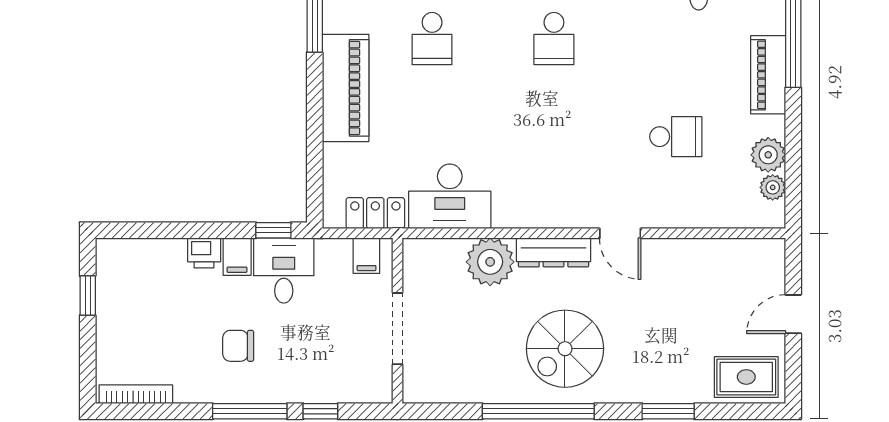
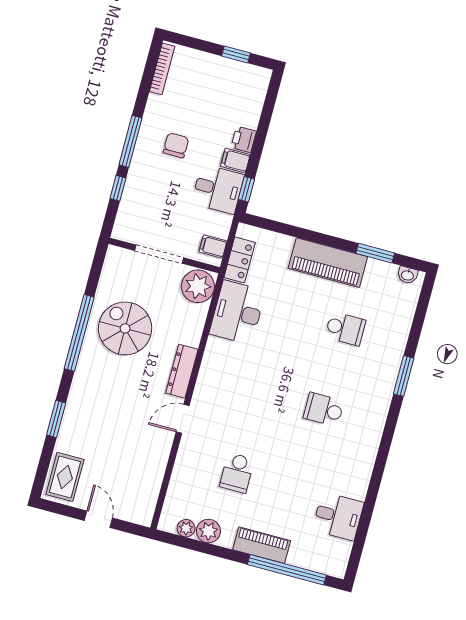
school desk: (432, 39) -> (345, 329), turned 180
plant: (490, 262) -> (198, 286), moved
spiral stairs: (565, 349) -> (125, 328), moved

